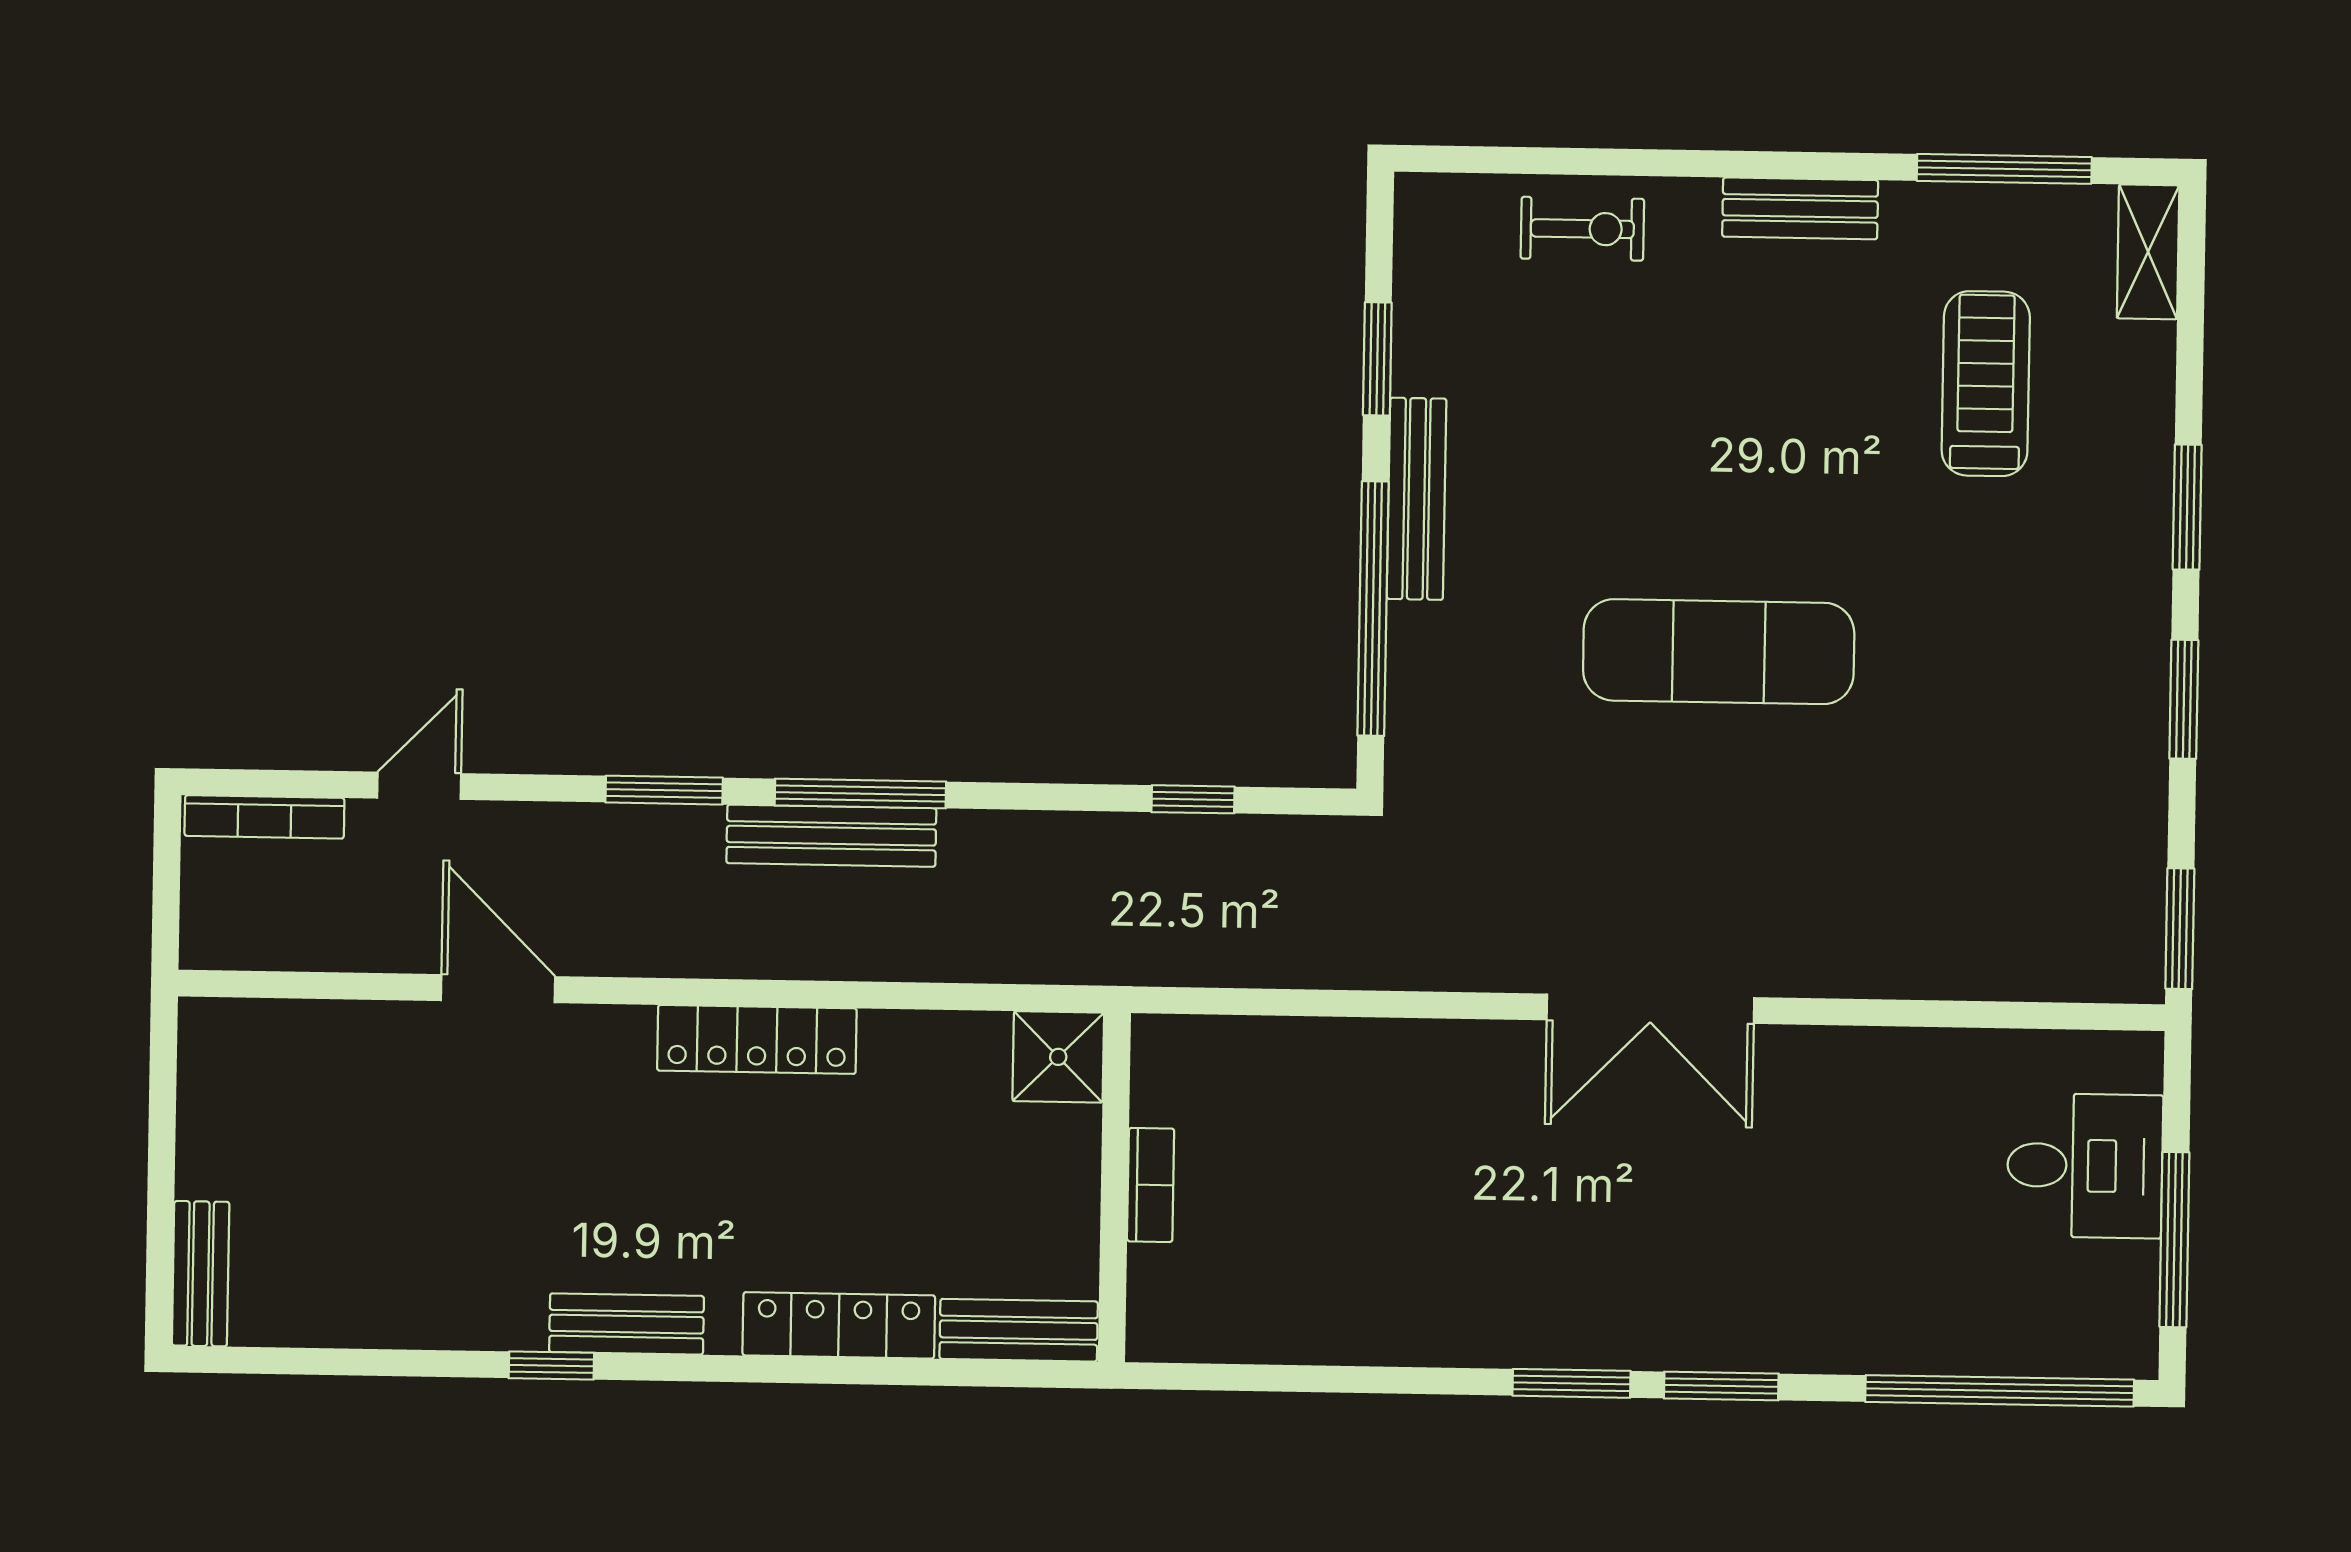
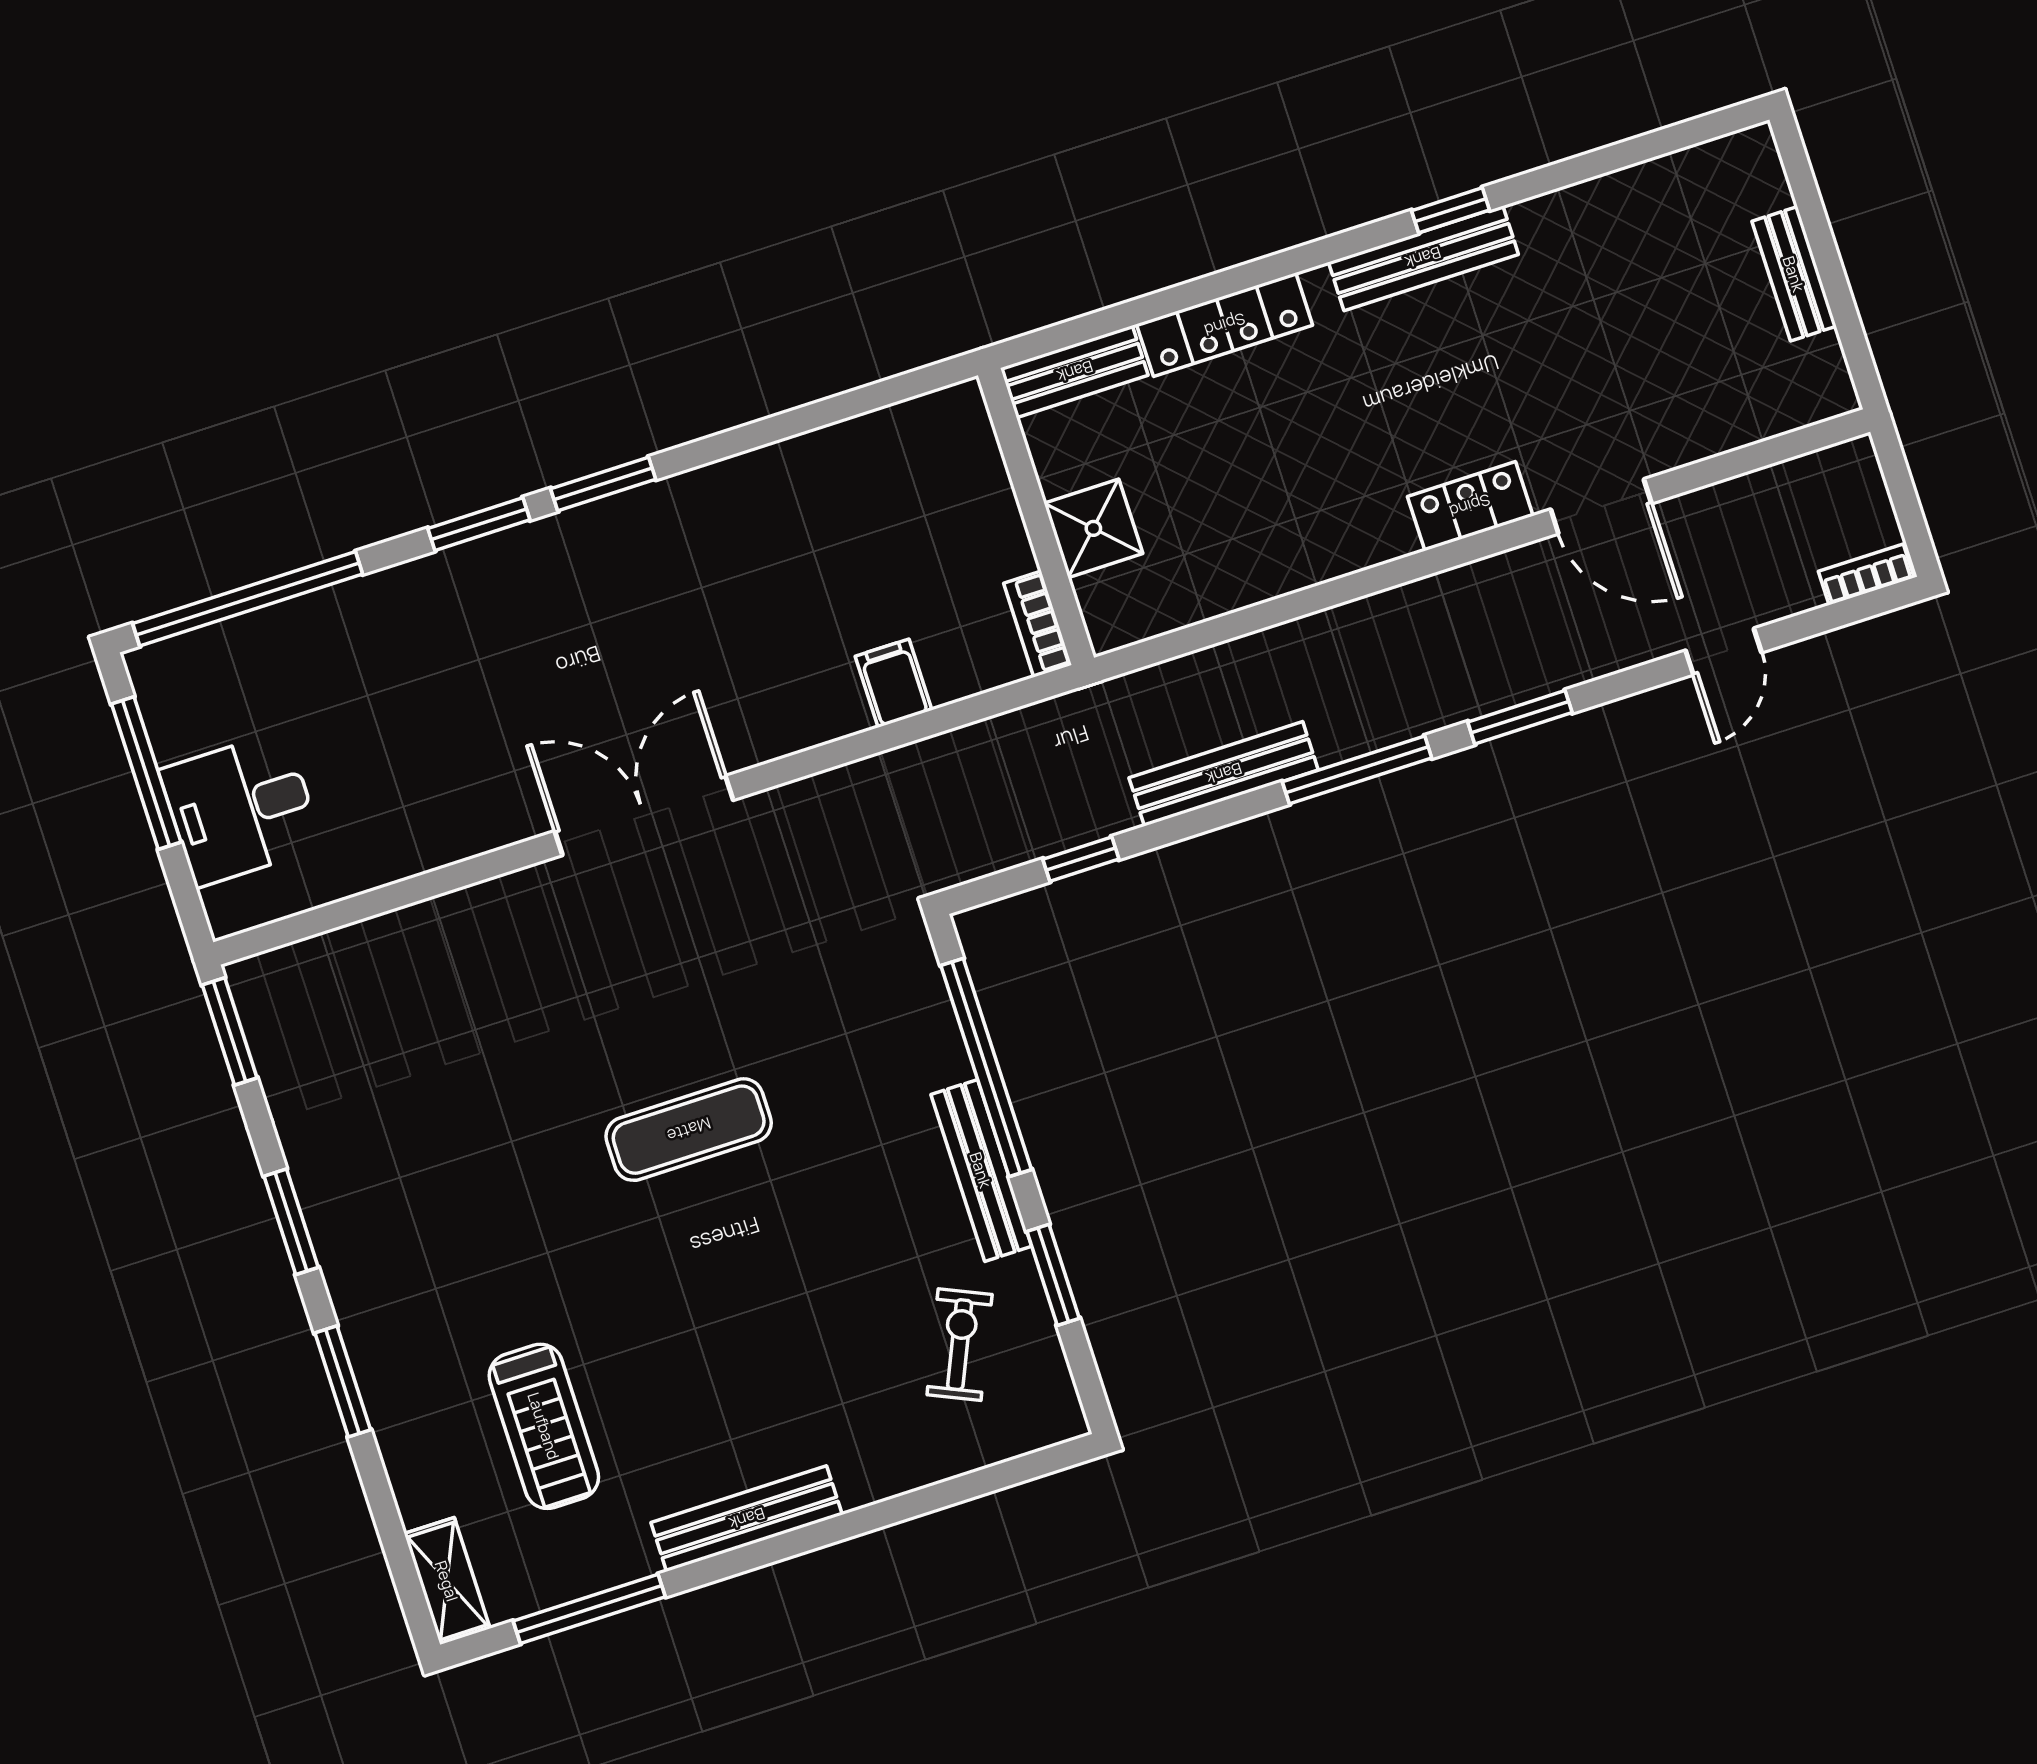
bench: (1800, 208) -> (747, 1519), width x1.36
exercise bike: (1582, 229) -> (960, 1345), moved, turned 114
exercise mat: (1719, 652) -> (689, 1130), width x0.73, depth x0.69
bookcase: (264, 817) -> (1866, 574), width x0.64
bench: (831, 836) -> (1224, 774), moved
locker: (757, 1039) -> (1470, 506), moved, width x0.66
shower: (1058, 1057) -> (1093, 528), moved
filing cabinet: (1331, 1060) -> (894, 683), added
bookcase: (1151, 1185) -> (1038, 624), moved
bench: (201, 1274) -> (1794, 274), moved
bench: (627, 1324) -> (1423, 258), width x1.36

